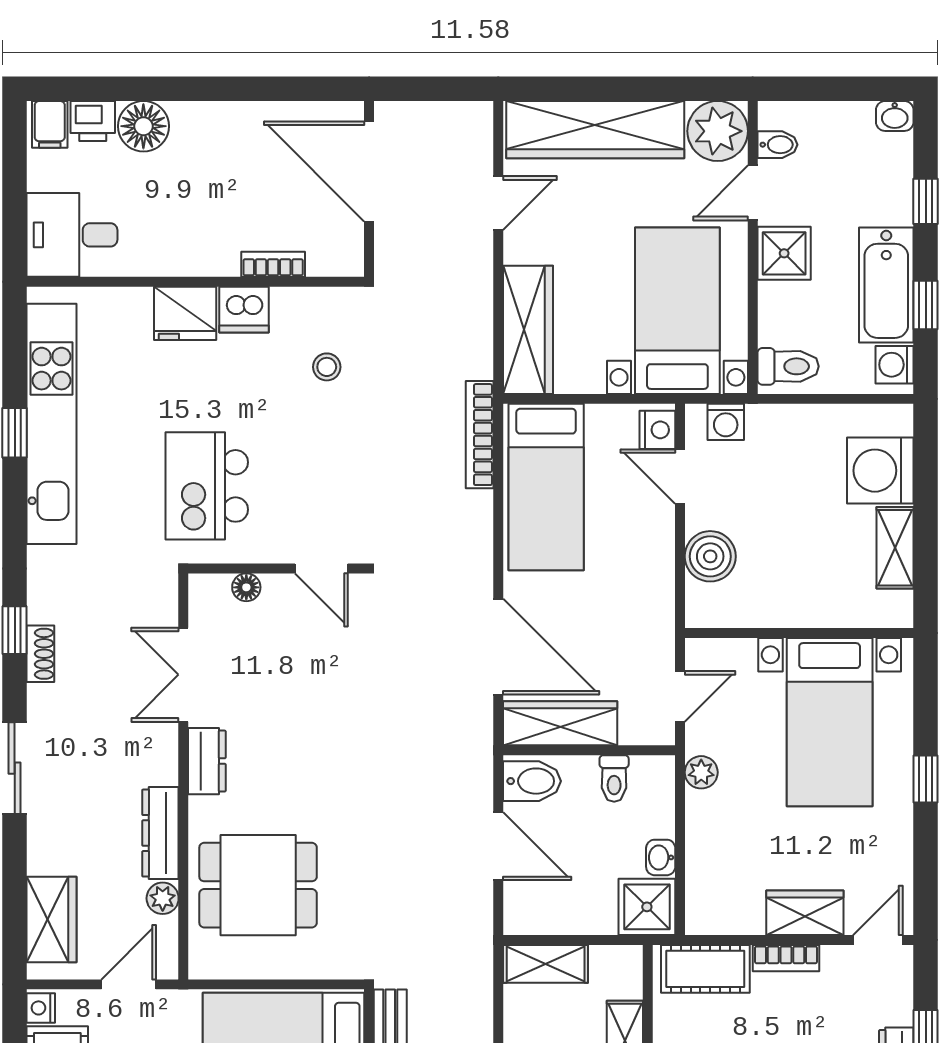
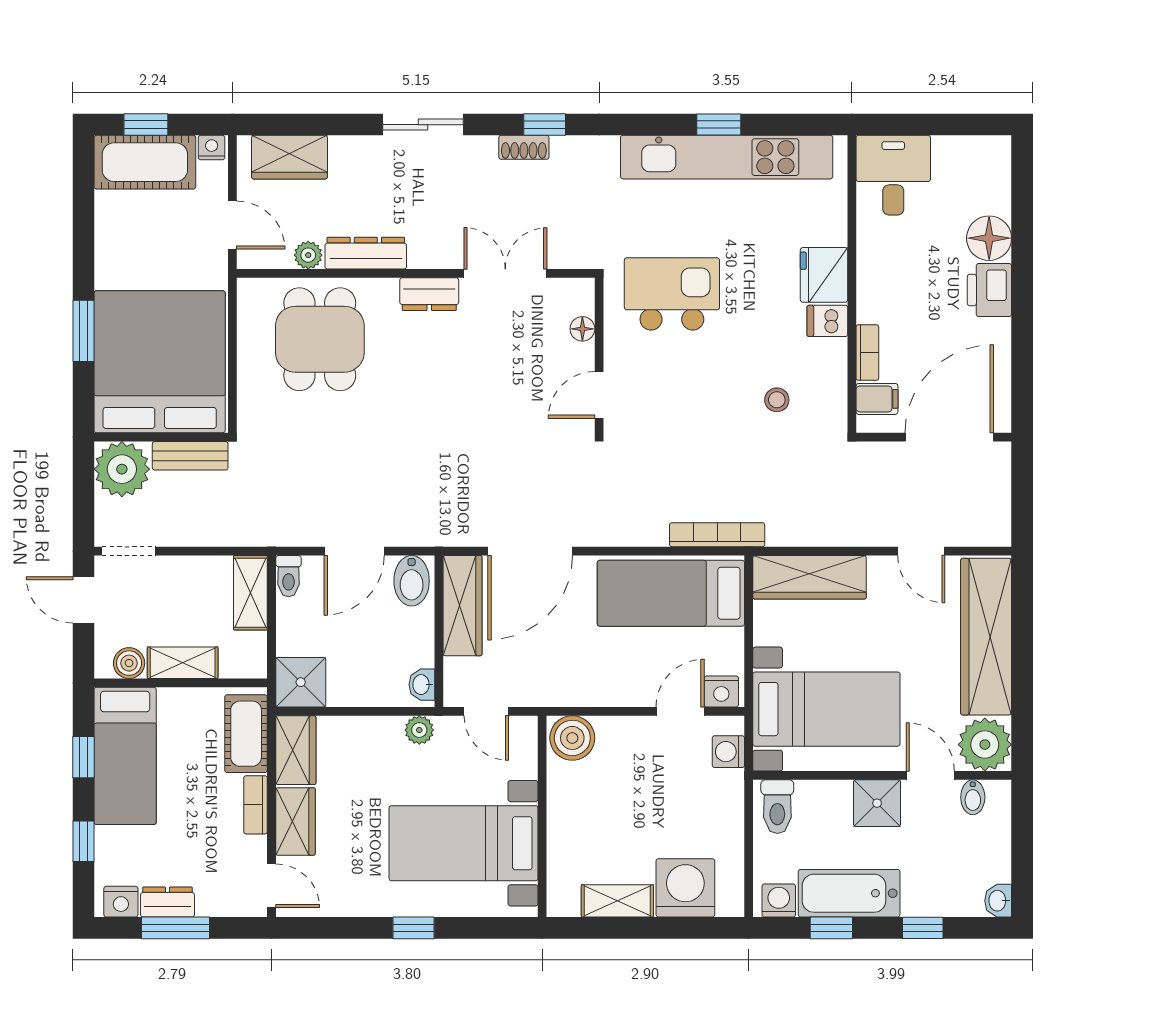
printer: (93, 121) -> (989, 290), moved, width x1.36, depth x1.24
filing cabinet: (50, 124) -> (877, 399), moved, turned 180
dishwasher: (244, 310) -> (827, 321), width x0.73
boiler: (710, 556) -> (572, 738), moved
toilet: (614, 778) -> (288, 576), moved, turned -90
washbasin: (661, 857) -> (422, 685), moved, turned -90
wardrobe: (724, 912) -> (296, 750), added

